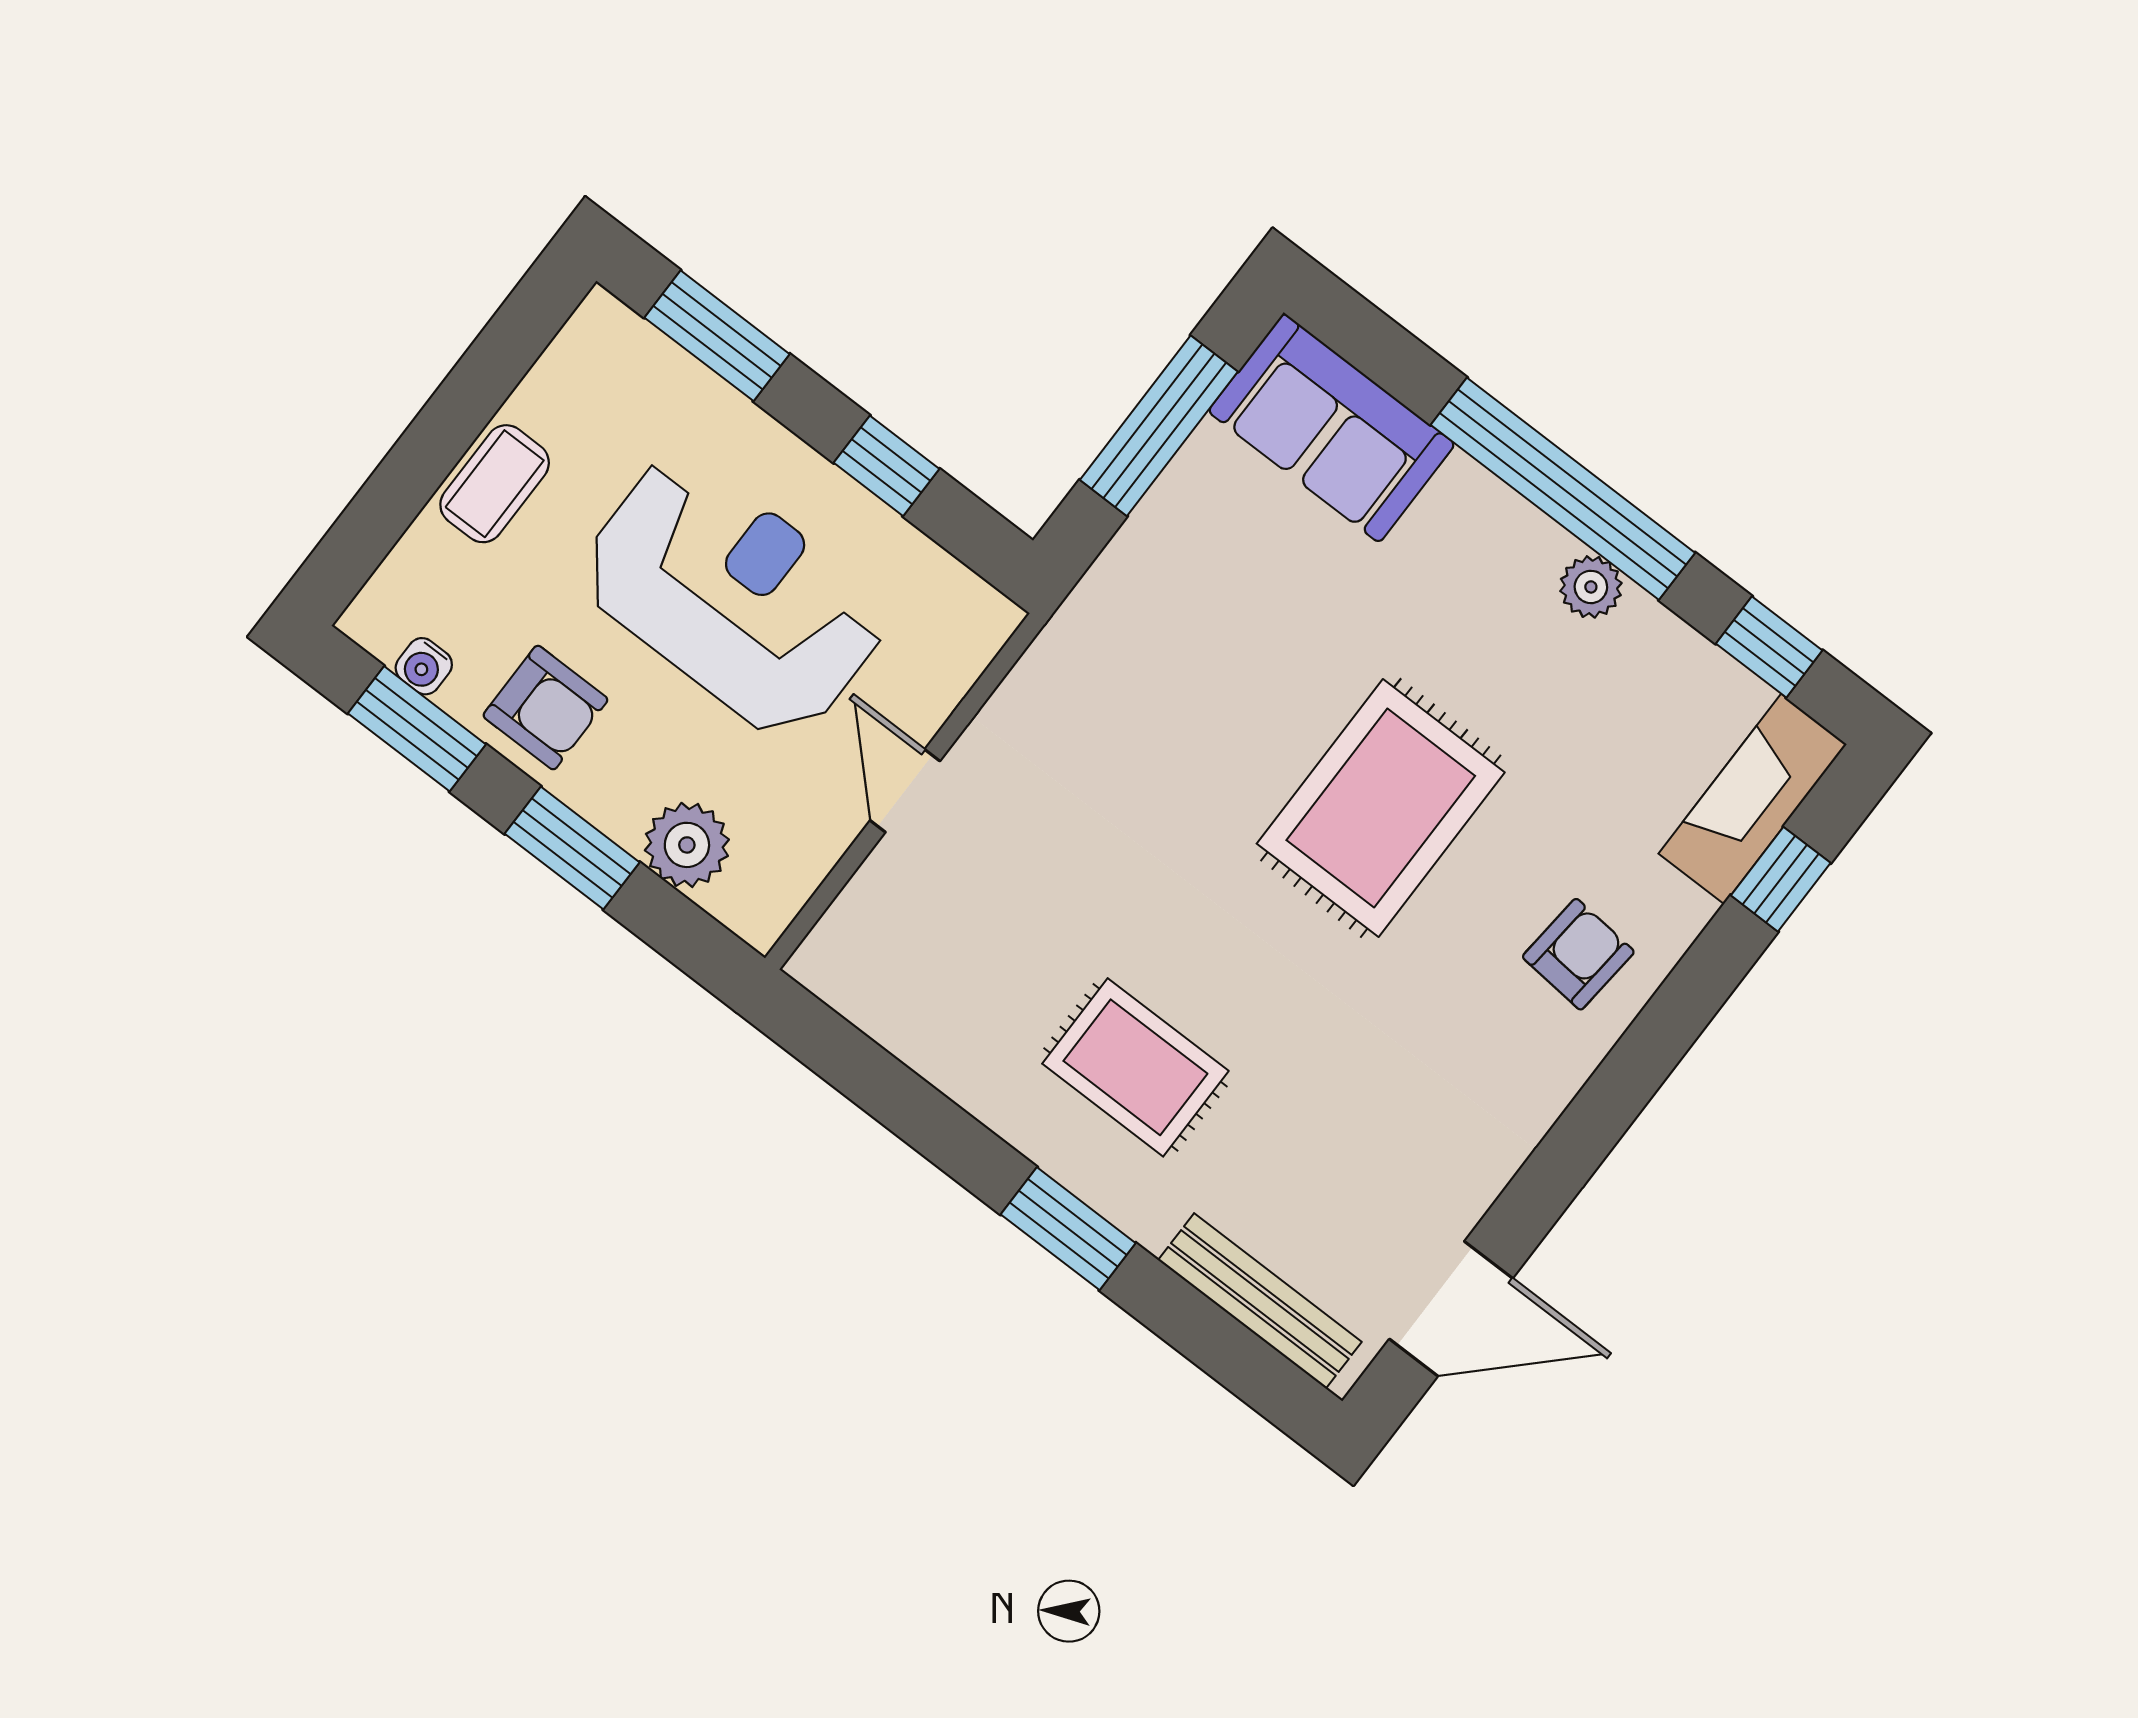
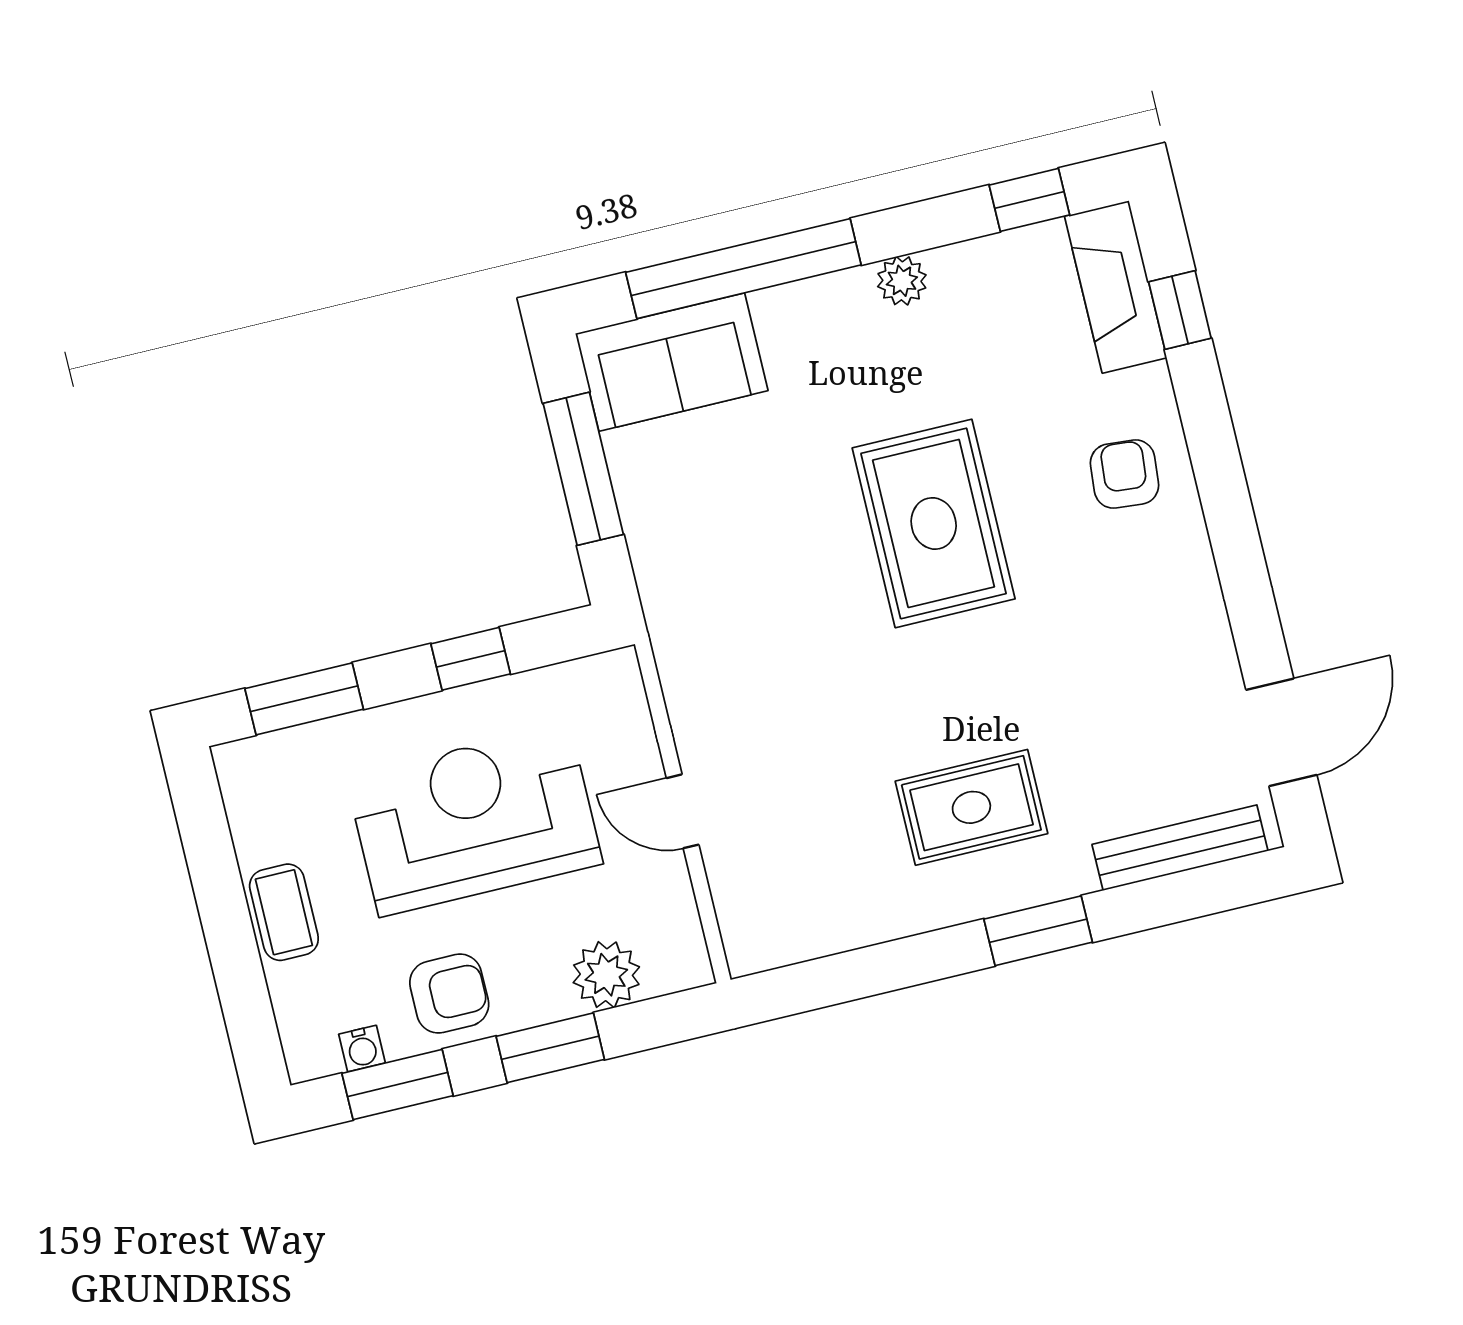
window: (1563, 489) -> (743, 269), moved

